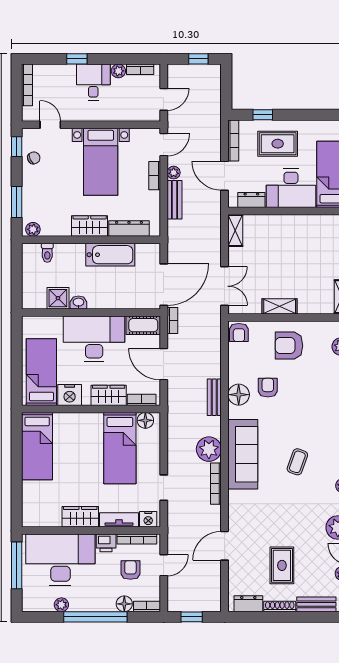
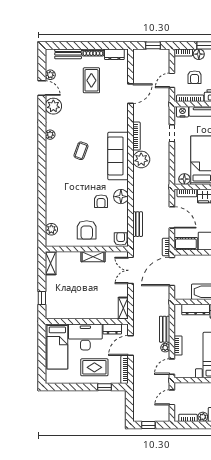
door: (225, 176) -> (130, 346), swing flipped
armchair: (289, 346) -> (87, 230), turned 90
bench: (214, 397) -> (138, 224), moved

